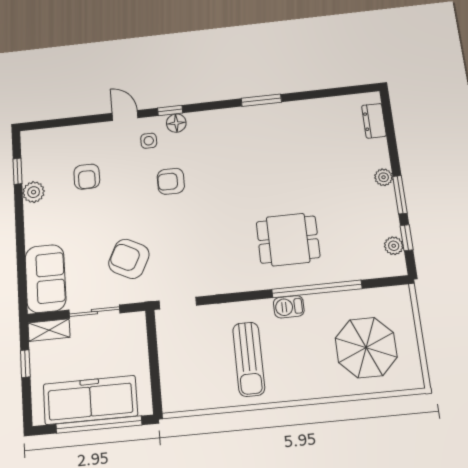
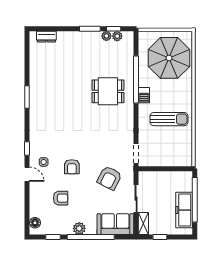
door: (125, 115) -> (27, 174), swing flipped
floor lamp: (176, 123) -> (35, 223), moved
plant: (384, 177) -> (106, 36), moved
armchair: (171, 181) -> (72, 167), moved
plant: (34, 192) -> (79, 228), moved
window: (20, 237) -> (91, 237), added
dining table: (288, 240) -> (108, 91), turned 90
parasol: (366, 348) -> (169, 58), width x1.36, depth x1.36
freezer: (90, 400) -> (184, 210), width x0.73, depth x0.79

